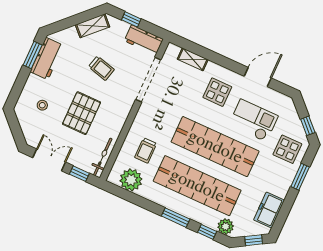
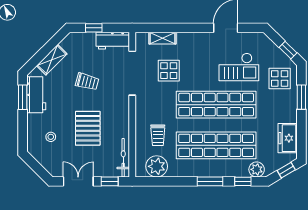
shelving: (93, 26) -> (52, 60), moved
display table: (217, 92) -> (169, 71), moved
checkout: (253, 120) -> (239, 67), turned 180

